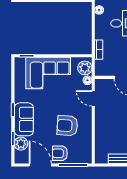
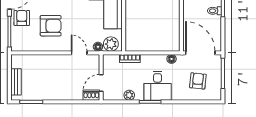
door: (93, 98) -> (79, 53), hinge flipped
armchair: (67, 126) -> (51, 26), turned 86

